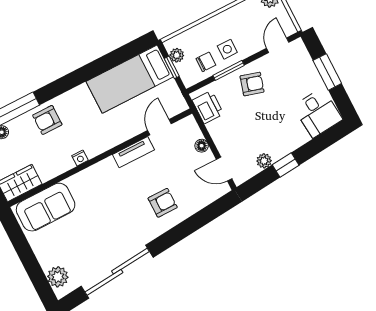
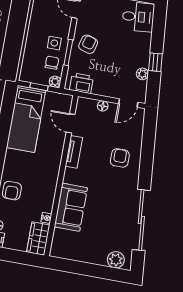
plant: (177, 55) -> (55, 82), moved
nightstand: (80, 158) -> (46, 218), moved
sofa: (46, 207) -> (71, 207), moved

